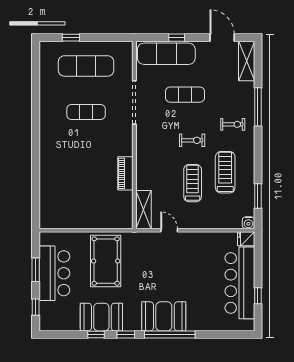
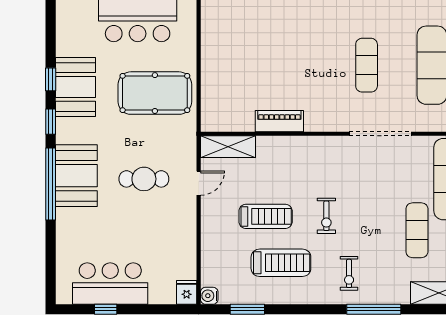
exercise mat: (185, 95) -> (417, 230), moved
cafe table: (166, 269) -> (144, 179), added
bar counter: (240, 283) -> (110, 284), width x0.73

